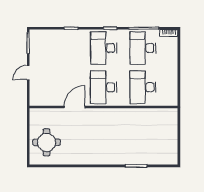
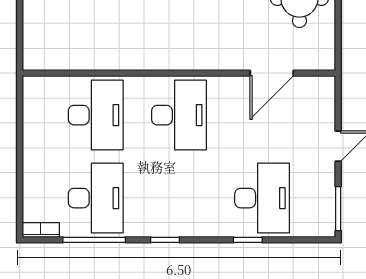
desk: (104, 48) -> (262, 198), moved
door: (75, 107) -> (272, 73), moved

